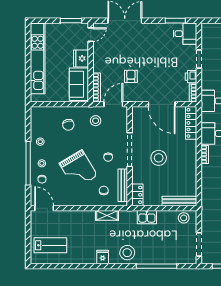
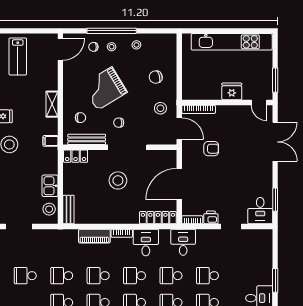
sofa: (79, 84) -> (202, 89), removed
piano: (207, 178) -> (94, 236), added
bench: (179, 201) -> (68, 209), width x0.73
shelving: (107, 215) -> (52, 104), moved
filing cabinet: (124, 217) -> (50, 141), added
kitchen sink: (147, 217) -> (50, 186), moved

